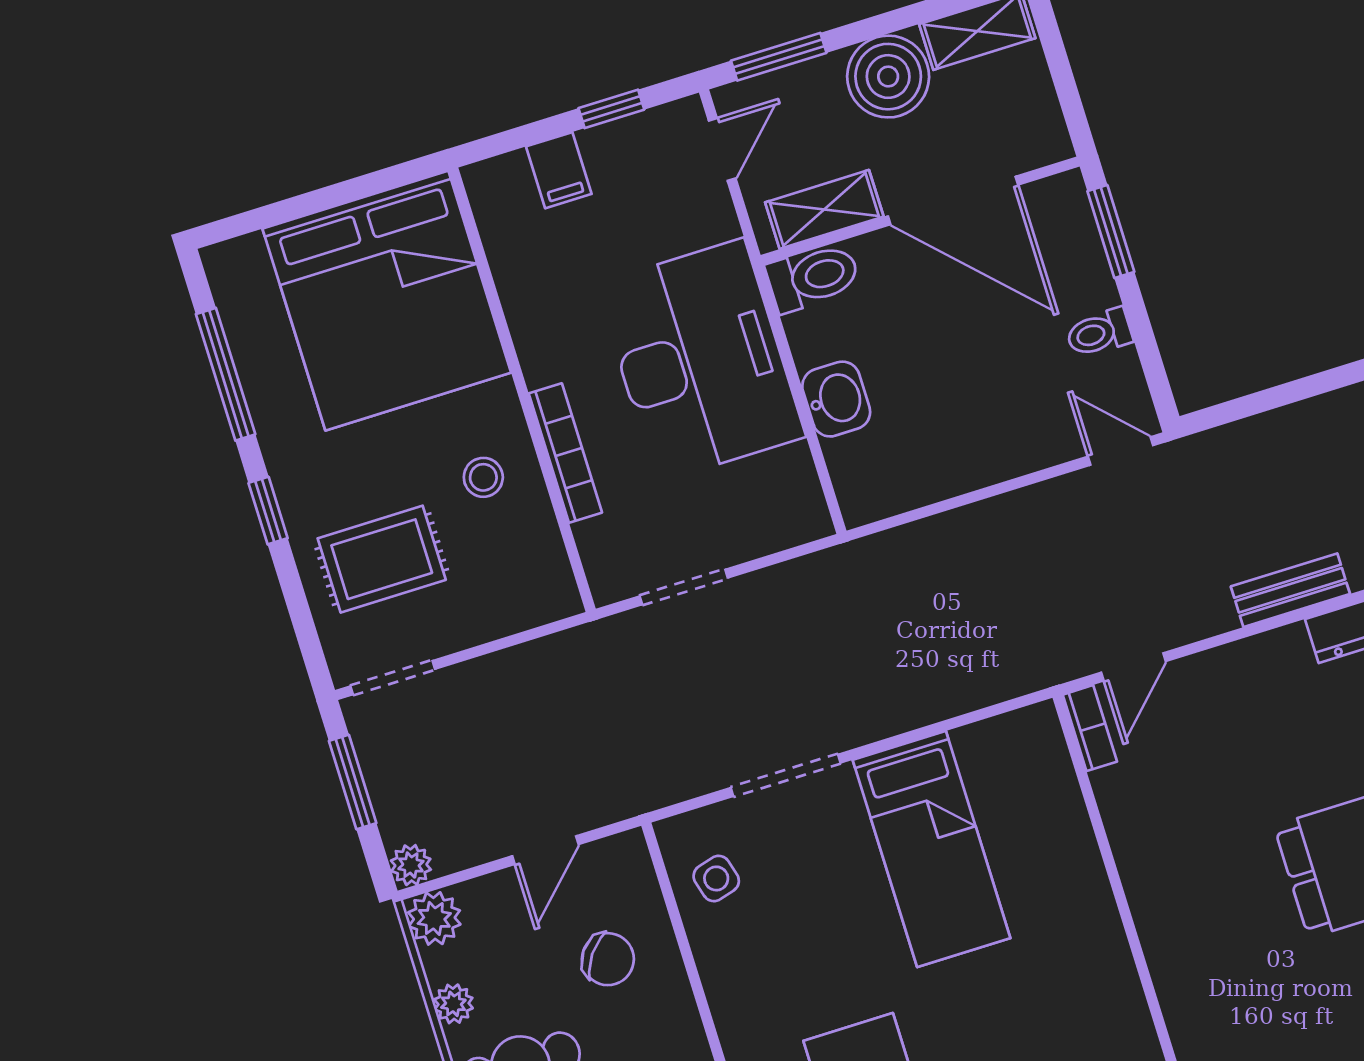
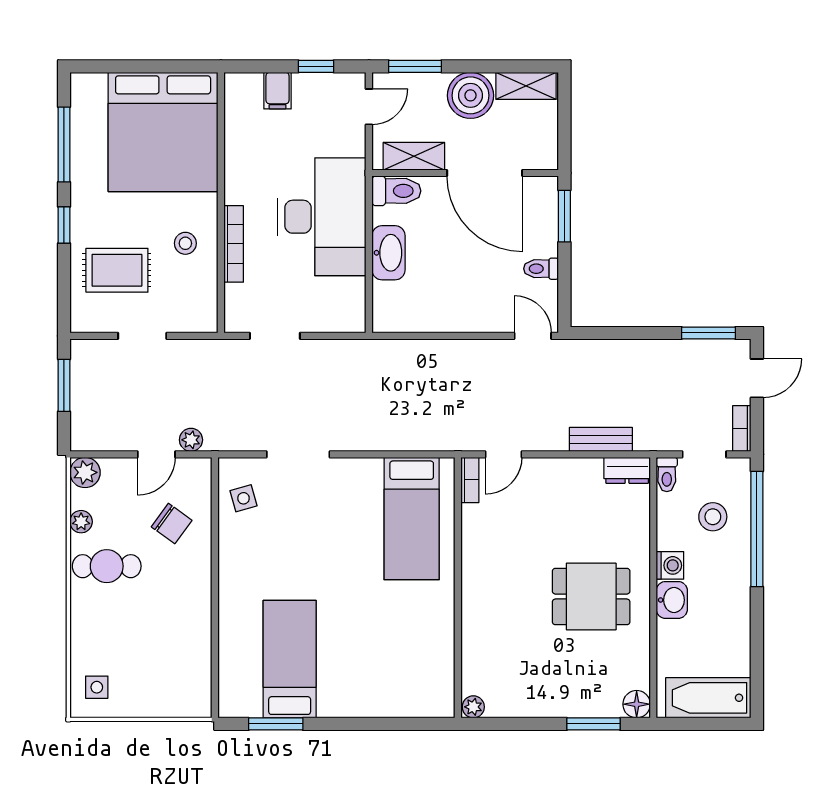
washbasin: (836, 399) -> (388, 253), width x1.38
doorway: (393, 678) -> (142, 336), moved
bed: (932, 849) -> (412, 519), moved
plant: (411, 865) -> (191, 440), moved

